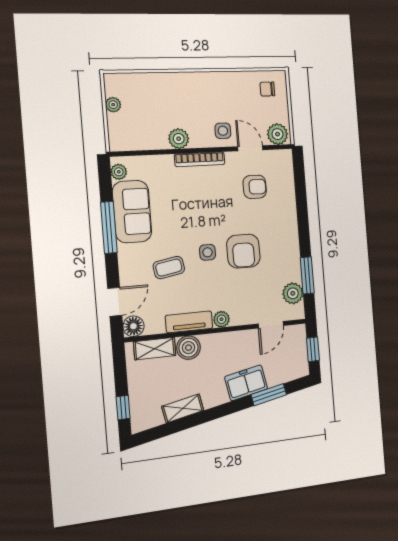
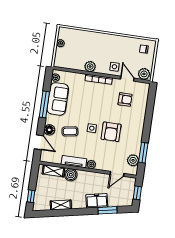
door: (115, 302) -> (39, 142), hinge flipped
floor lamp: (133, 326) -> (49, 130), moved

